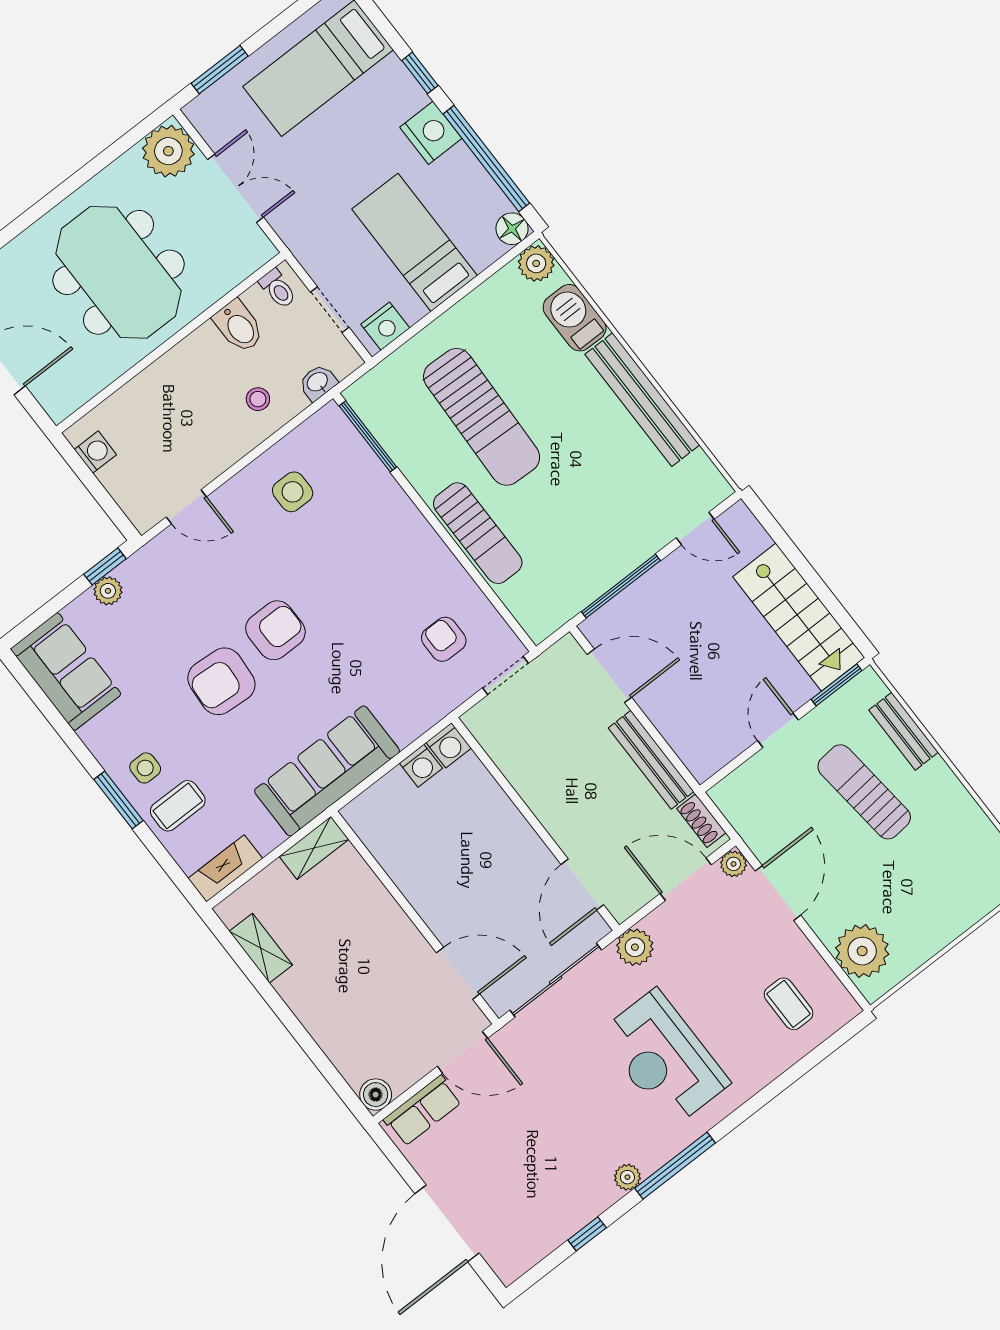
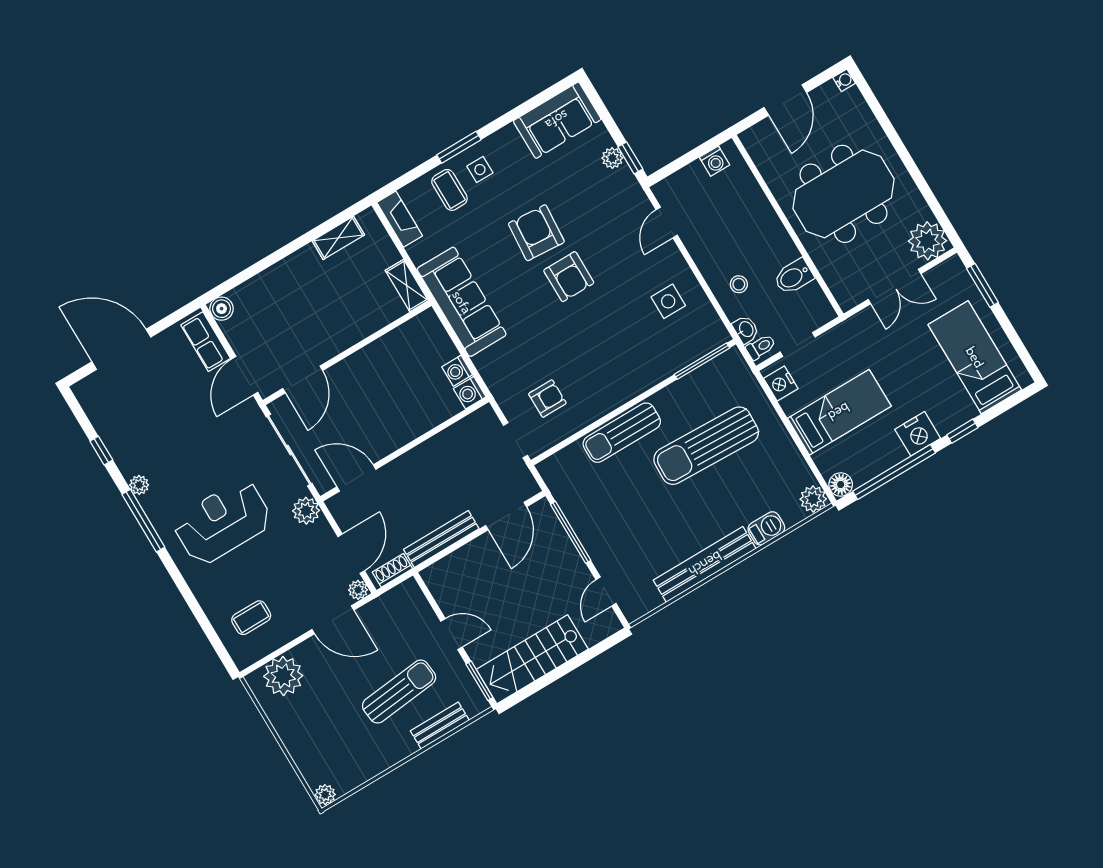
toilet: (278, 289) -> (761, 347), moved, turned 180
barbecue: (575, 318) -> (766, 528), width x0.73, depth x0.79

